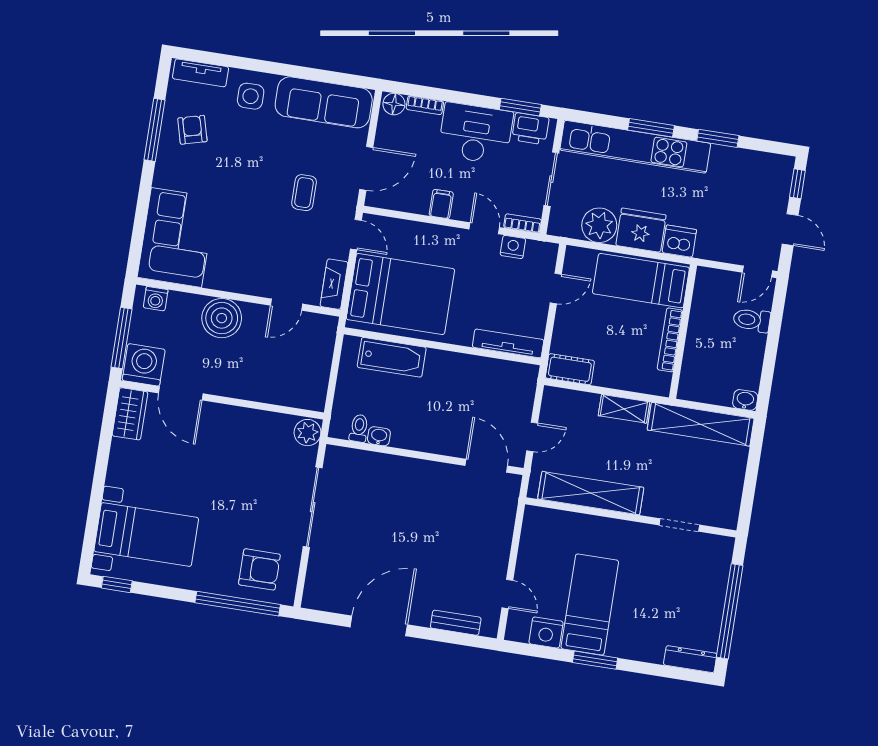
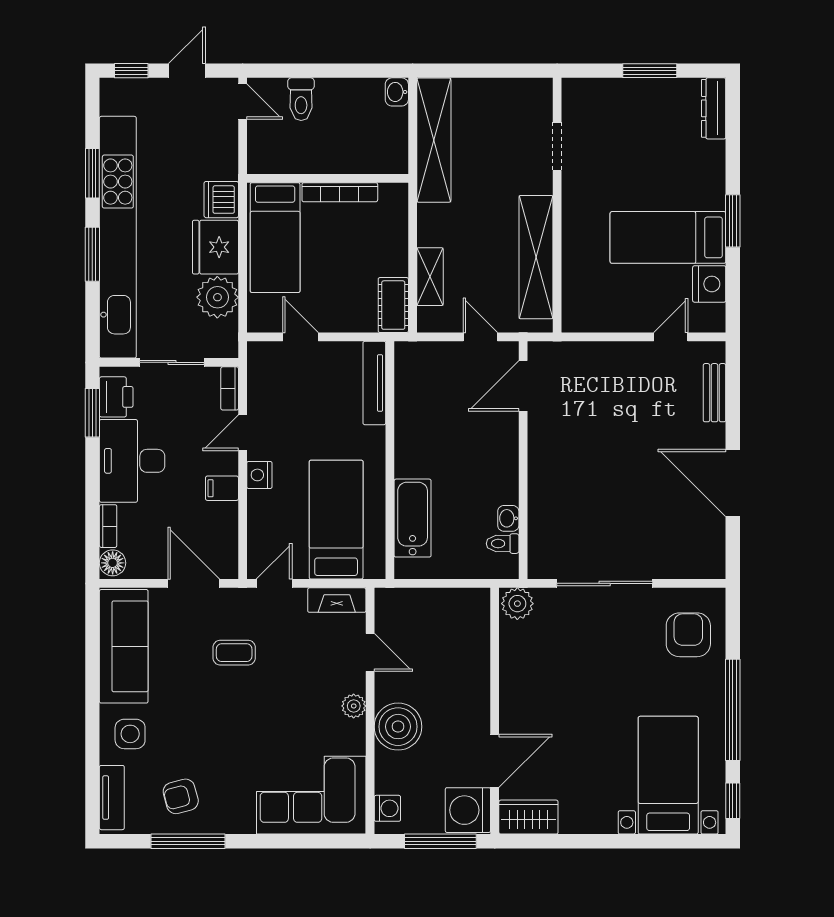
kitchen unit: (635, 147) -> (118, 237), width x1.36
nightstand: (513, 247) -> (259, 475), moved
plant: (244, 284) -> (354, 706), added
bed: (400, 294) -> (336, 520), width x0.67
shelving: (624, 409) -> (430, 277), moved
window: (238, 604) -> (733, 710), moved
window: (730, 611) -> (650, 71), width x0.47

